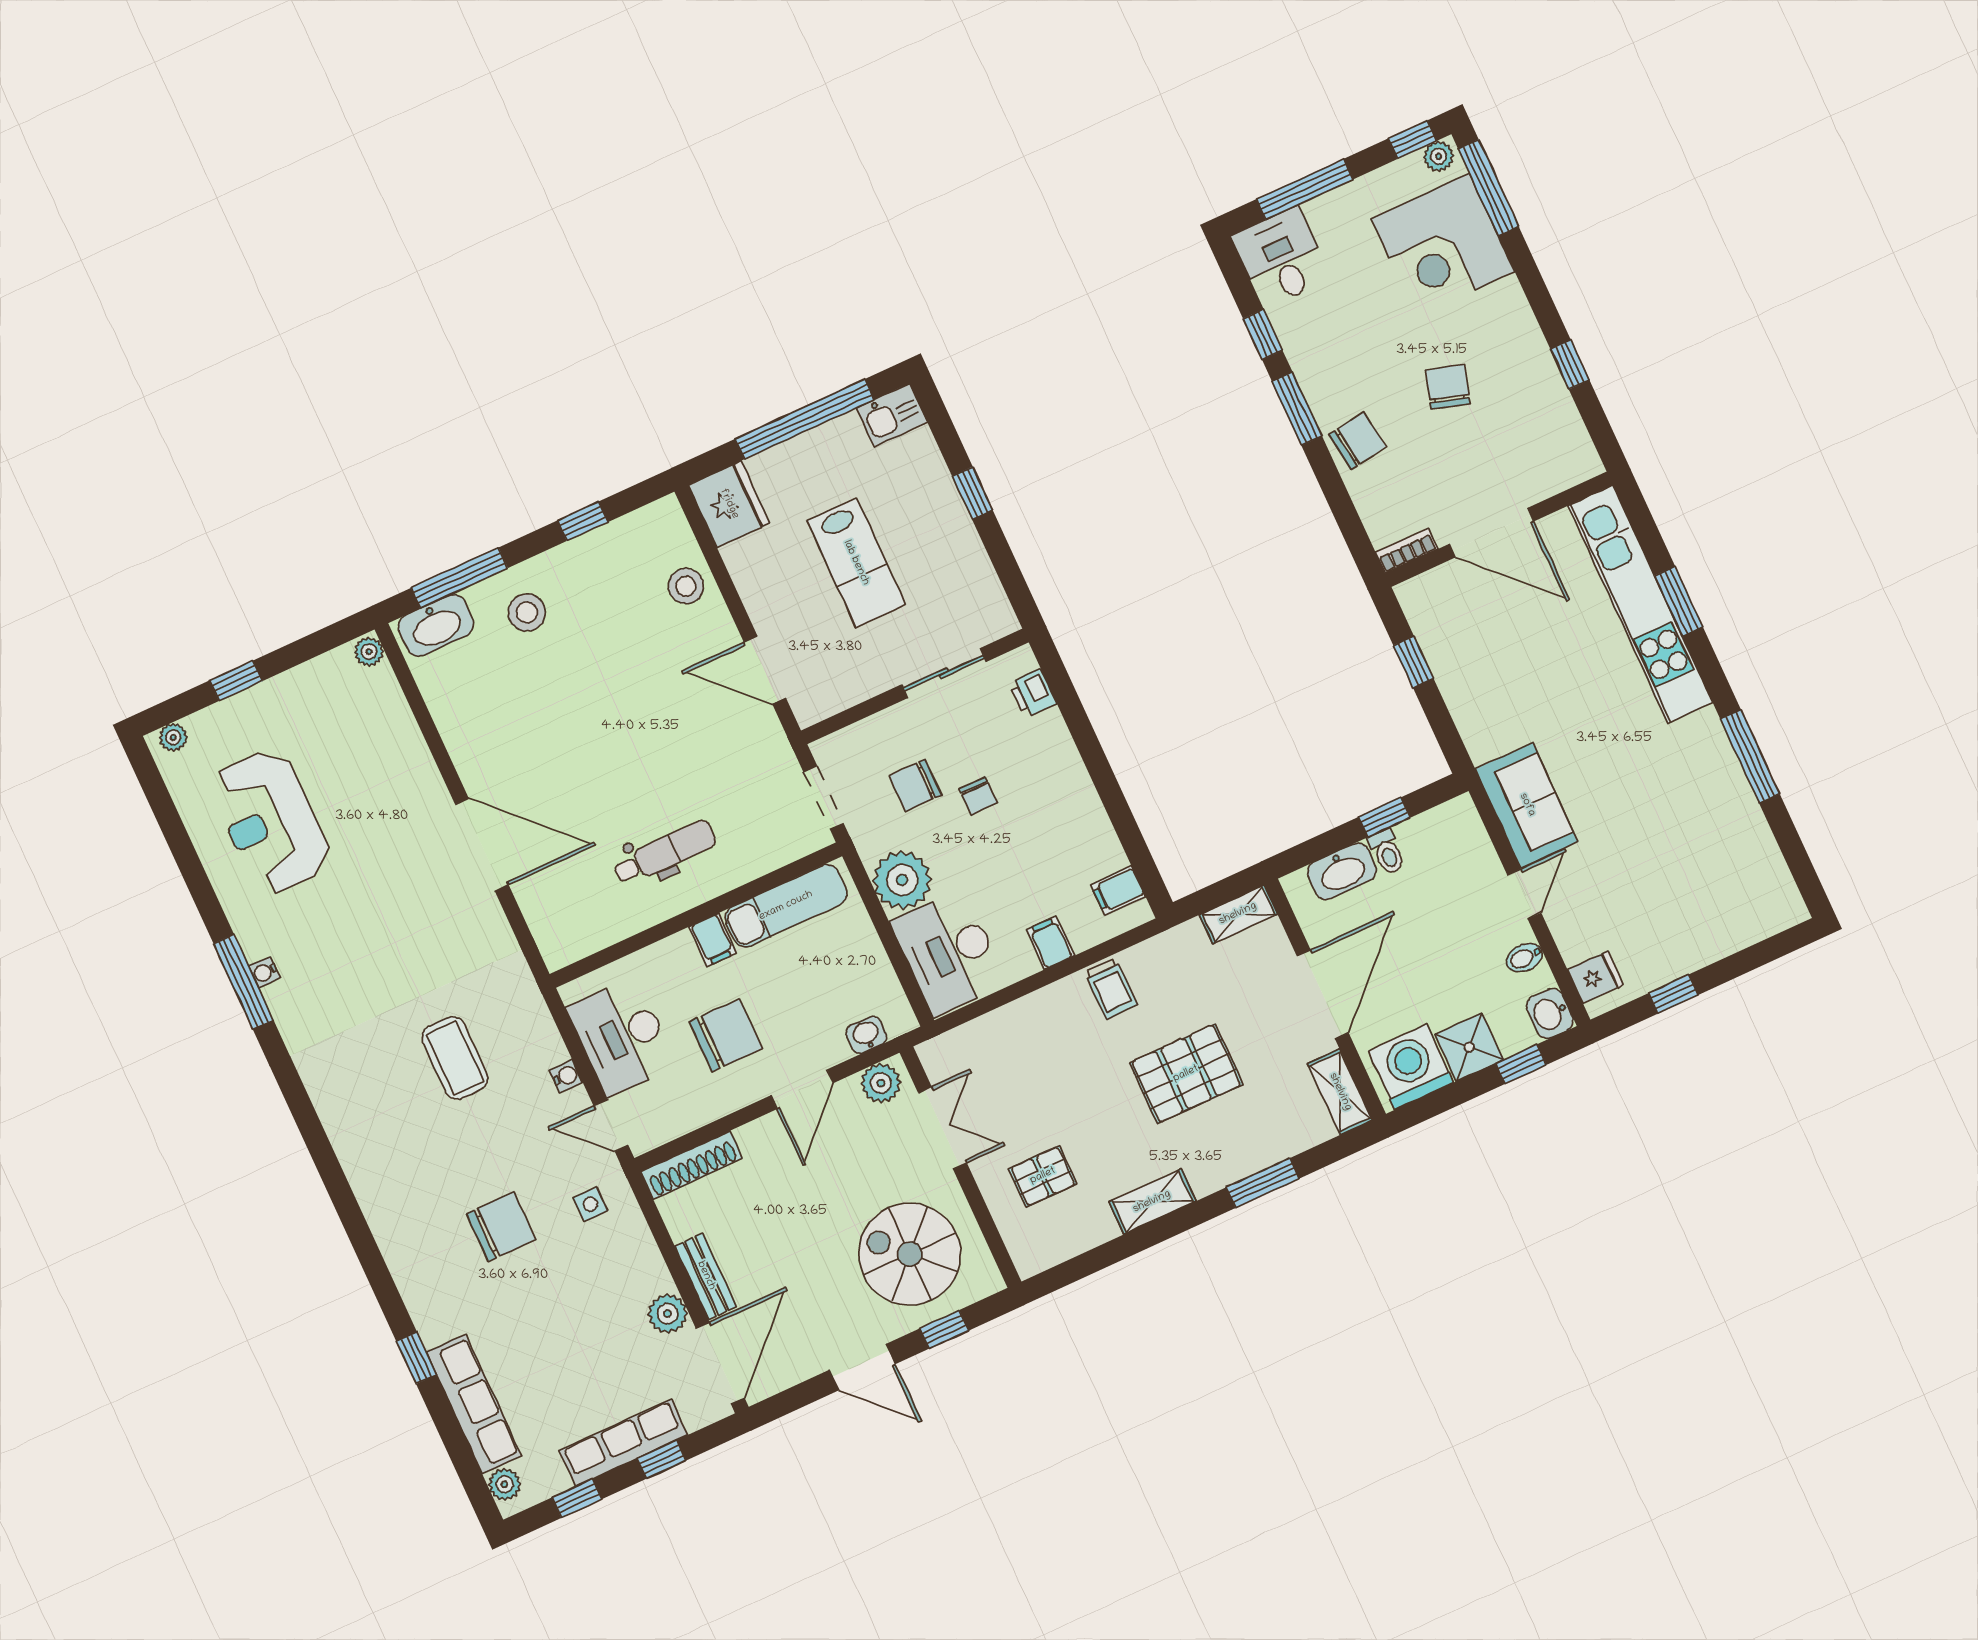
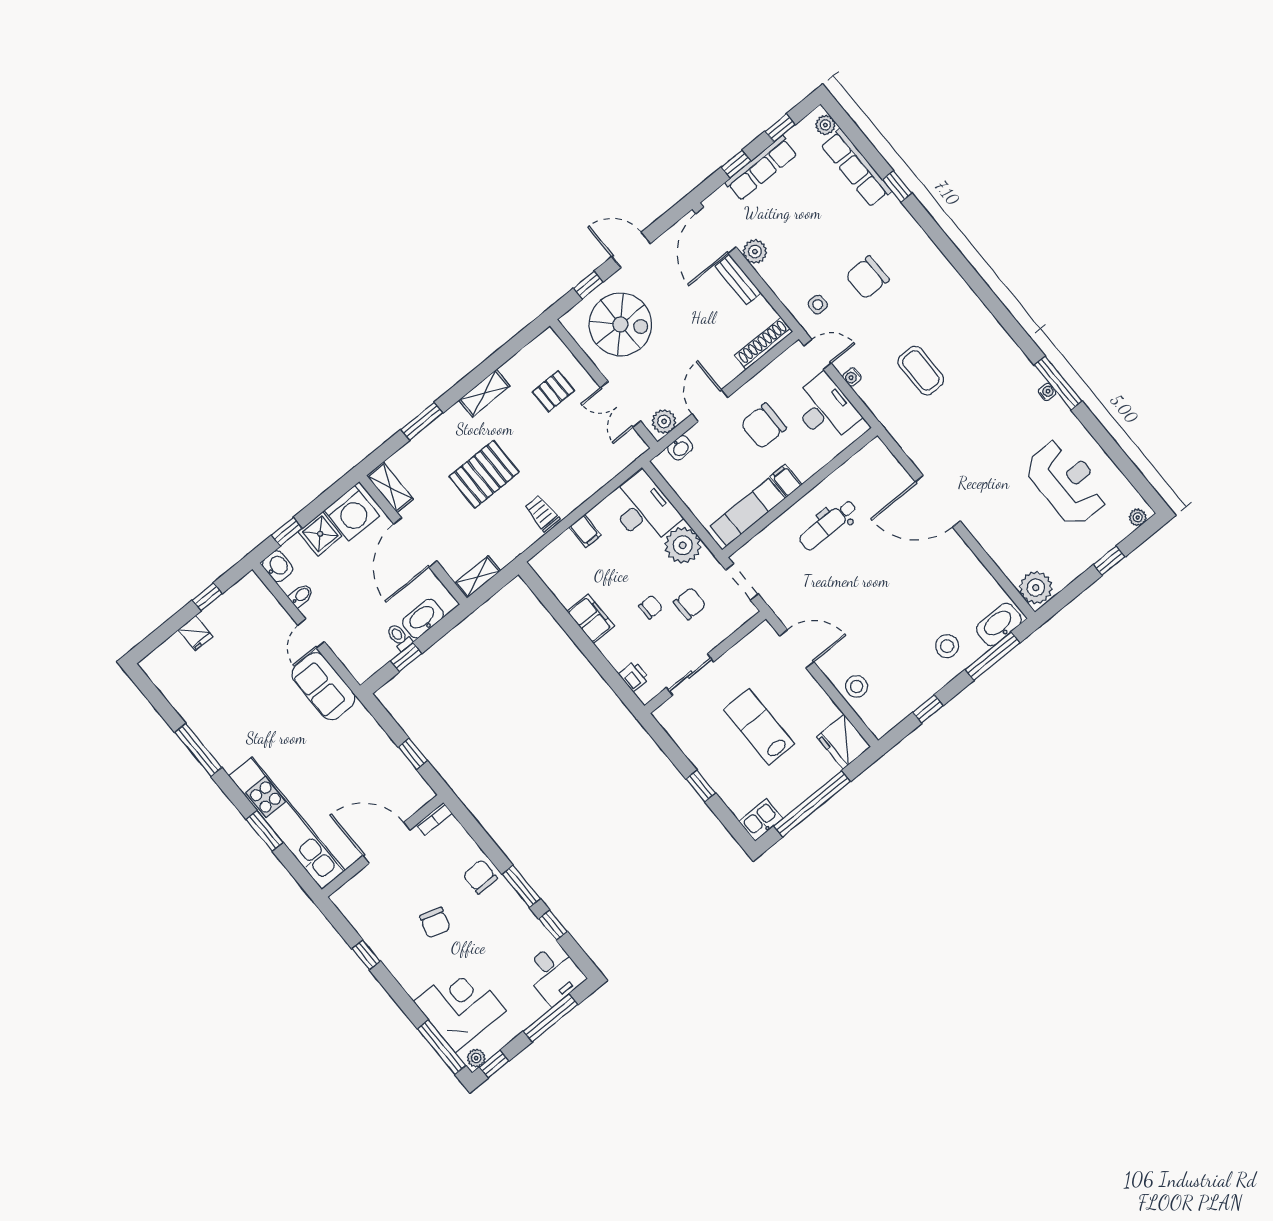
chair: (1358, 441) -> (480, 877), turned 98
plant: (369, 652) -> (1036, 588), width x1.88, depth x1.88
chair: (978, 796) -> (651, 607), turned 90
filing cabinet: (1118, 890) -> (591, 619), moved, width x2.00
fridge: (1595, 977) -> (195, 633), moved, turned -90

